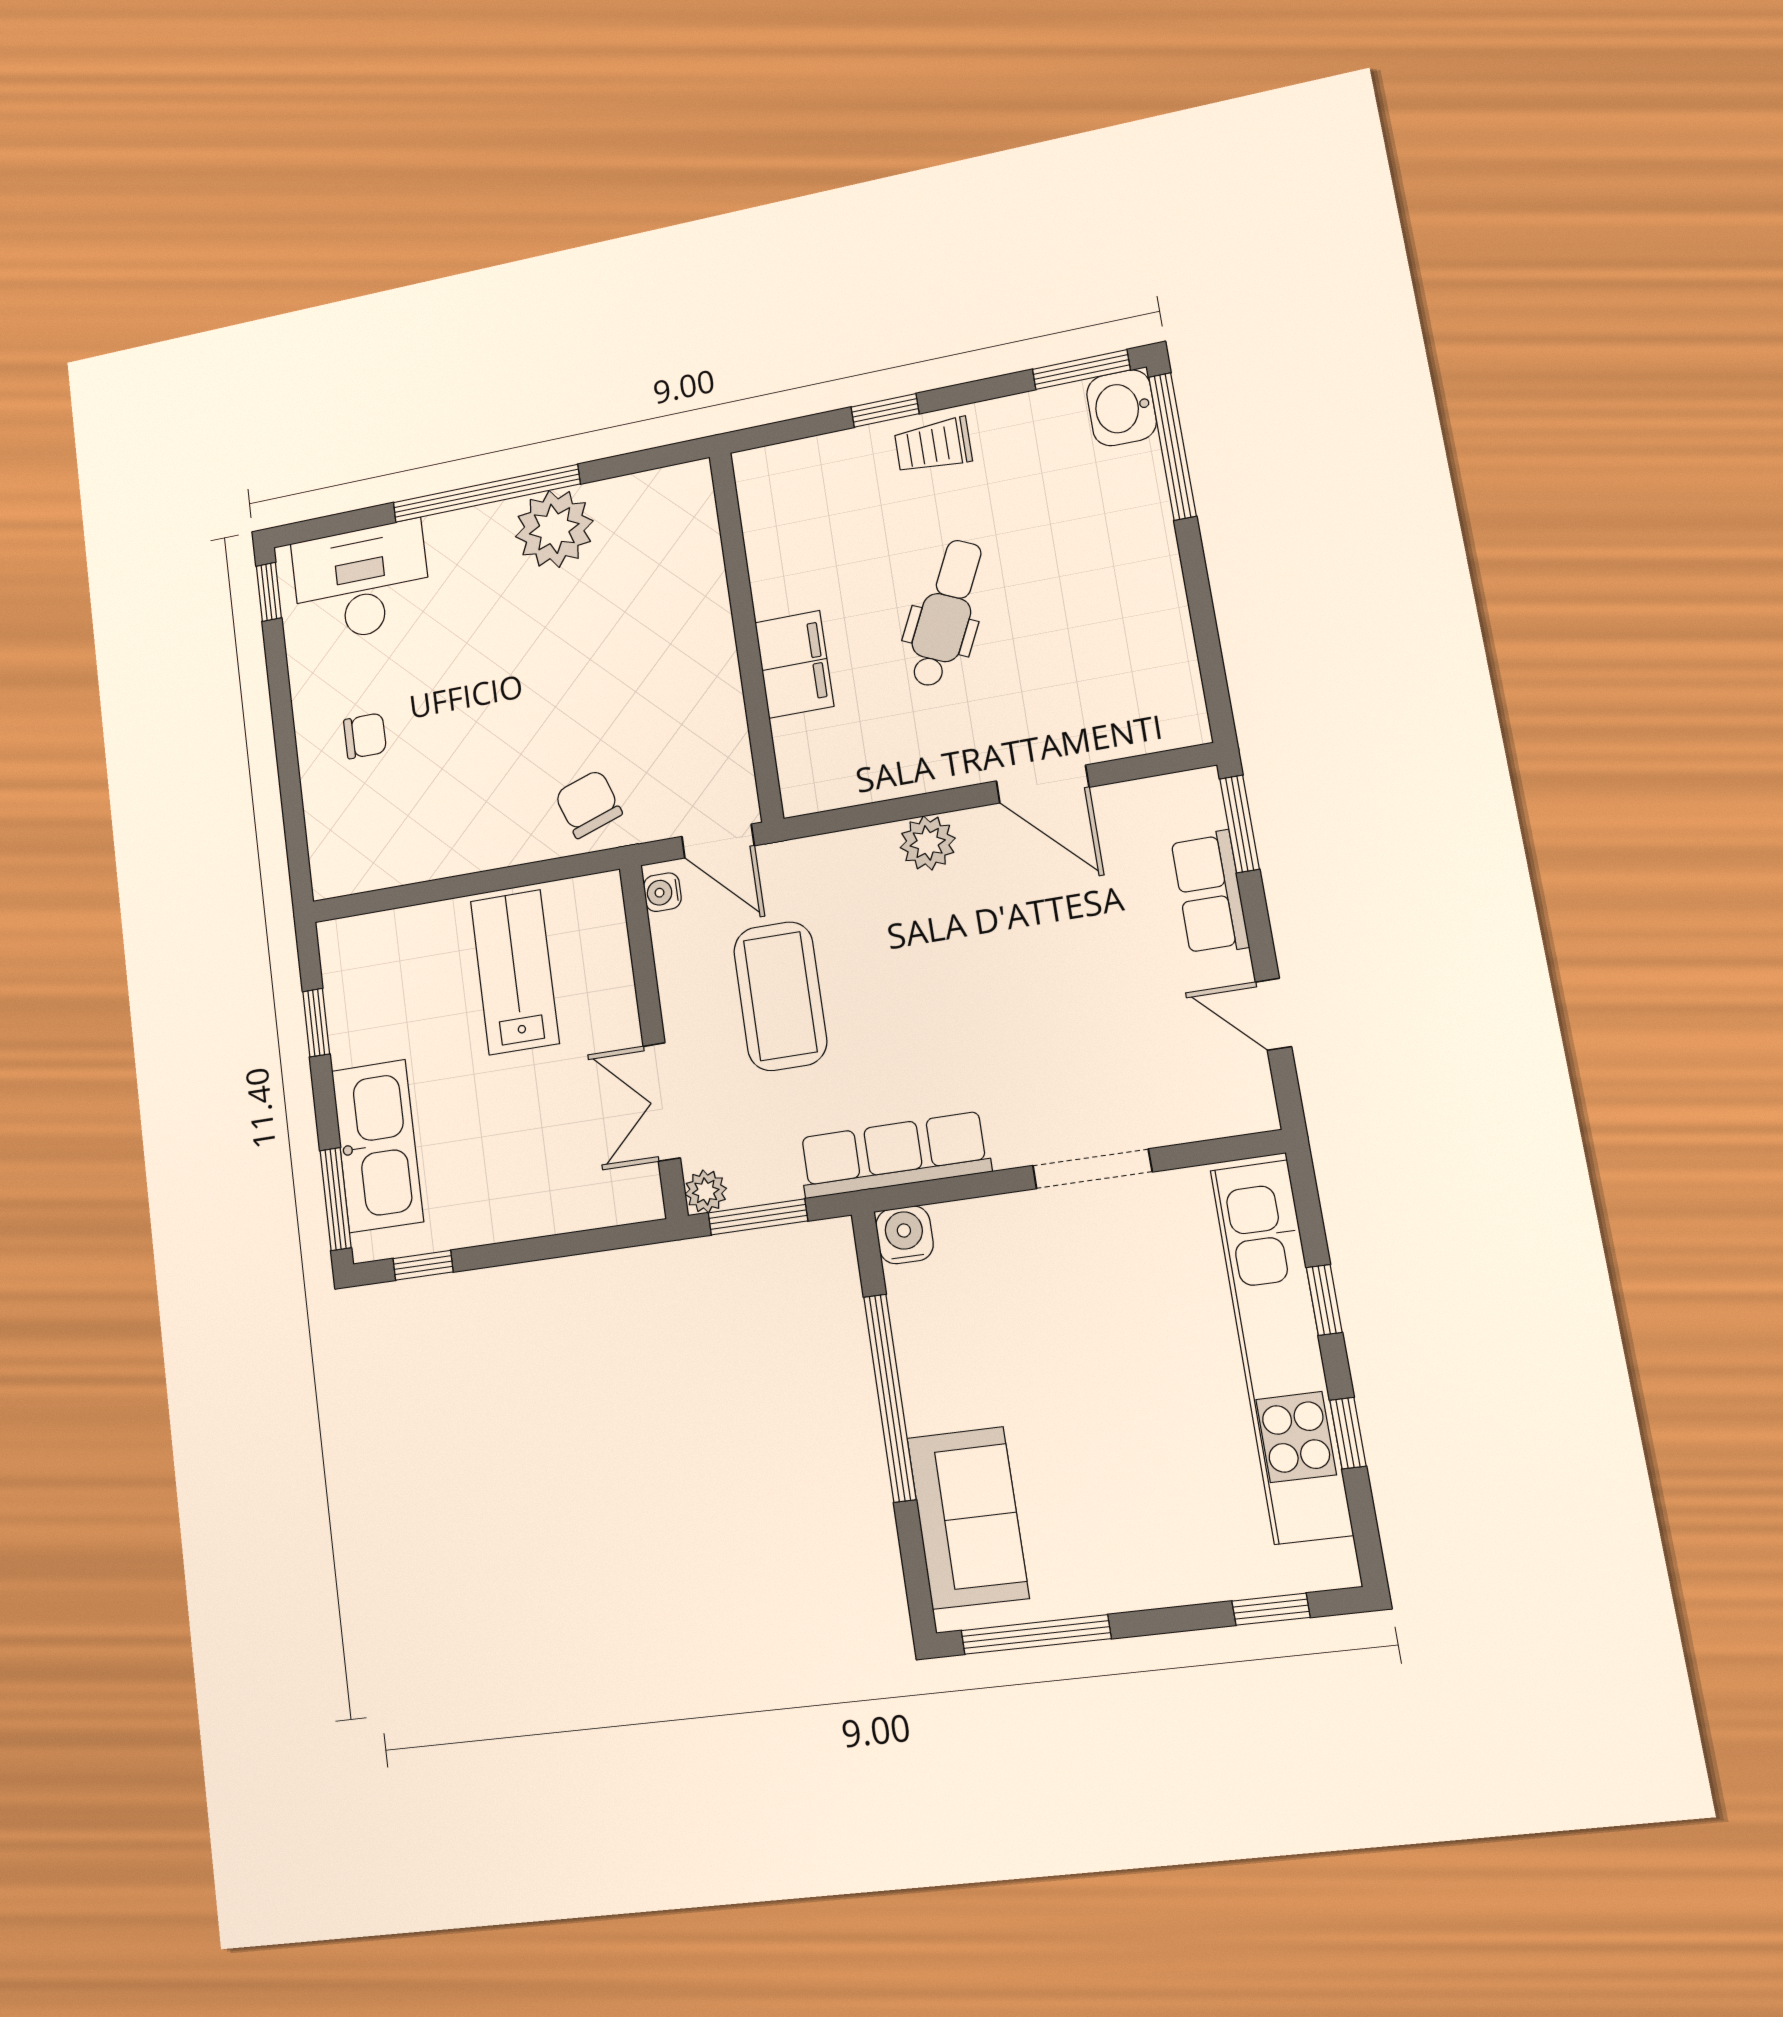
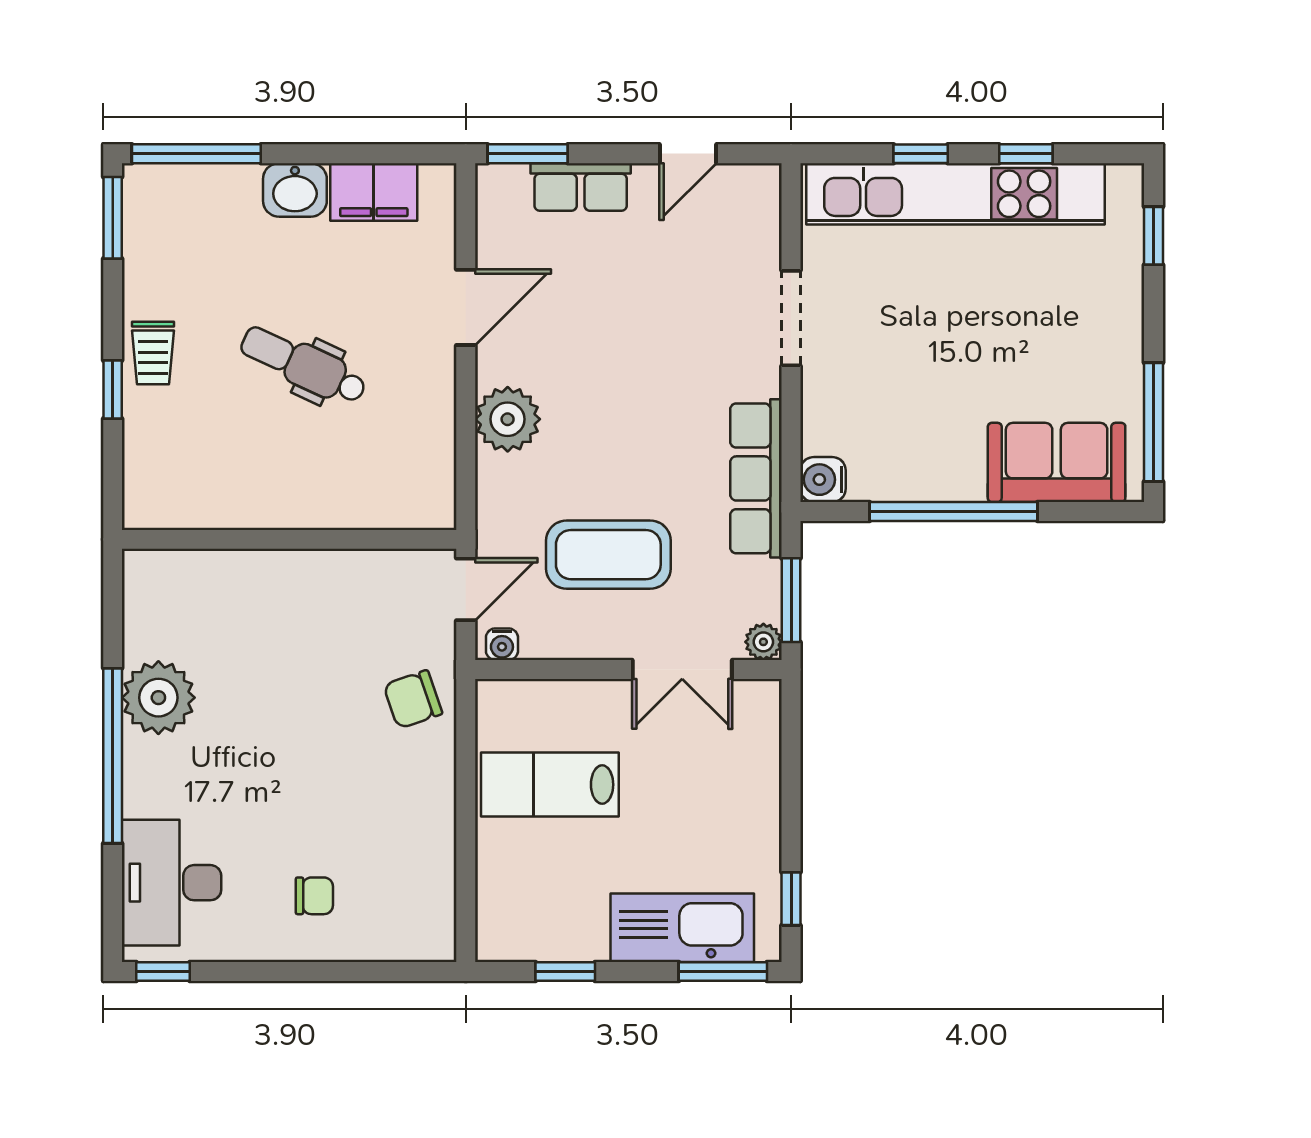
washbasin: (1122, 408) -> (295, 190), moved
filing cabinet: (794, 664) -> (374, 192), moved, turned 180
chair: (365, 736) -> (314, 896), turned 90
plant: (928, 843) -> (508, 419), width x1.36, depth x1.36

